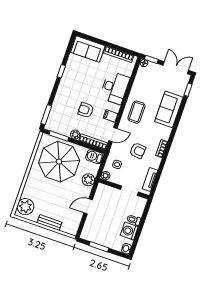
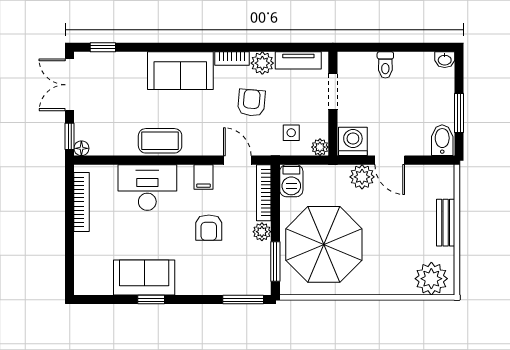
sofa: (88, 49) -> (144, 277), moved, turned -90
sofa: (169, 109) -> (180, 71), moved
coffee table: (136, 112) -> (160, 141), moved
plant: (155, 162) -> (262, 63), added
plant: (88, 180) -> (362, 177), moved
washing machine: (129, 231) -> (353, 141), moved, turned 180
bidet: (89, 234) -> (442, 140), added

